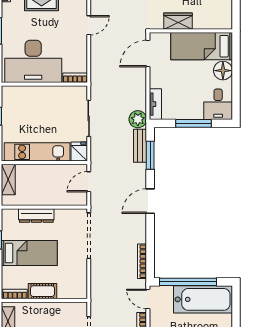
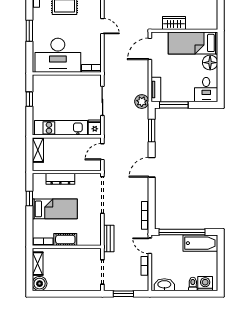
door: (89, 25) -> (102, 26), hinge flipped
window: (193, 123) -> (174, 105), moved
bench: (140, 146) -> (109, 238), moved
bathtub: (203, 299) -> (200, 243), width x0.73, depth x0.73

